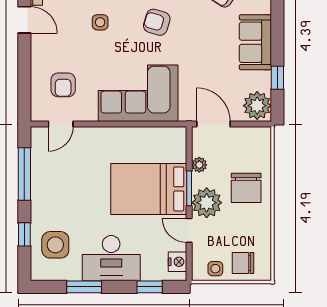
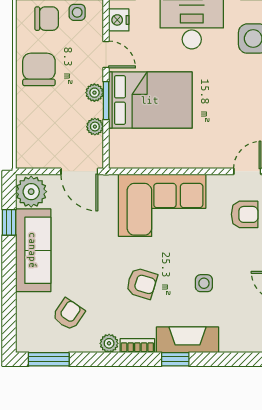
sofa: (255, 42) -> (33, 250), width x1.36
armchair: (63, 85) -> (245, 214), turned 90
chair: (246, 188) -> (39, 69), moved
plant: (207, 203) -> (94, 93), width x0.53, depth x0.53

